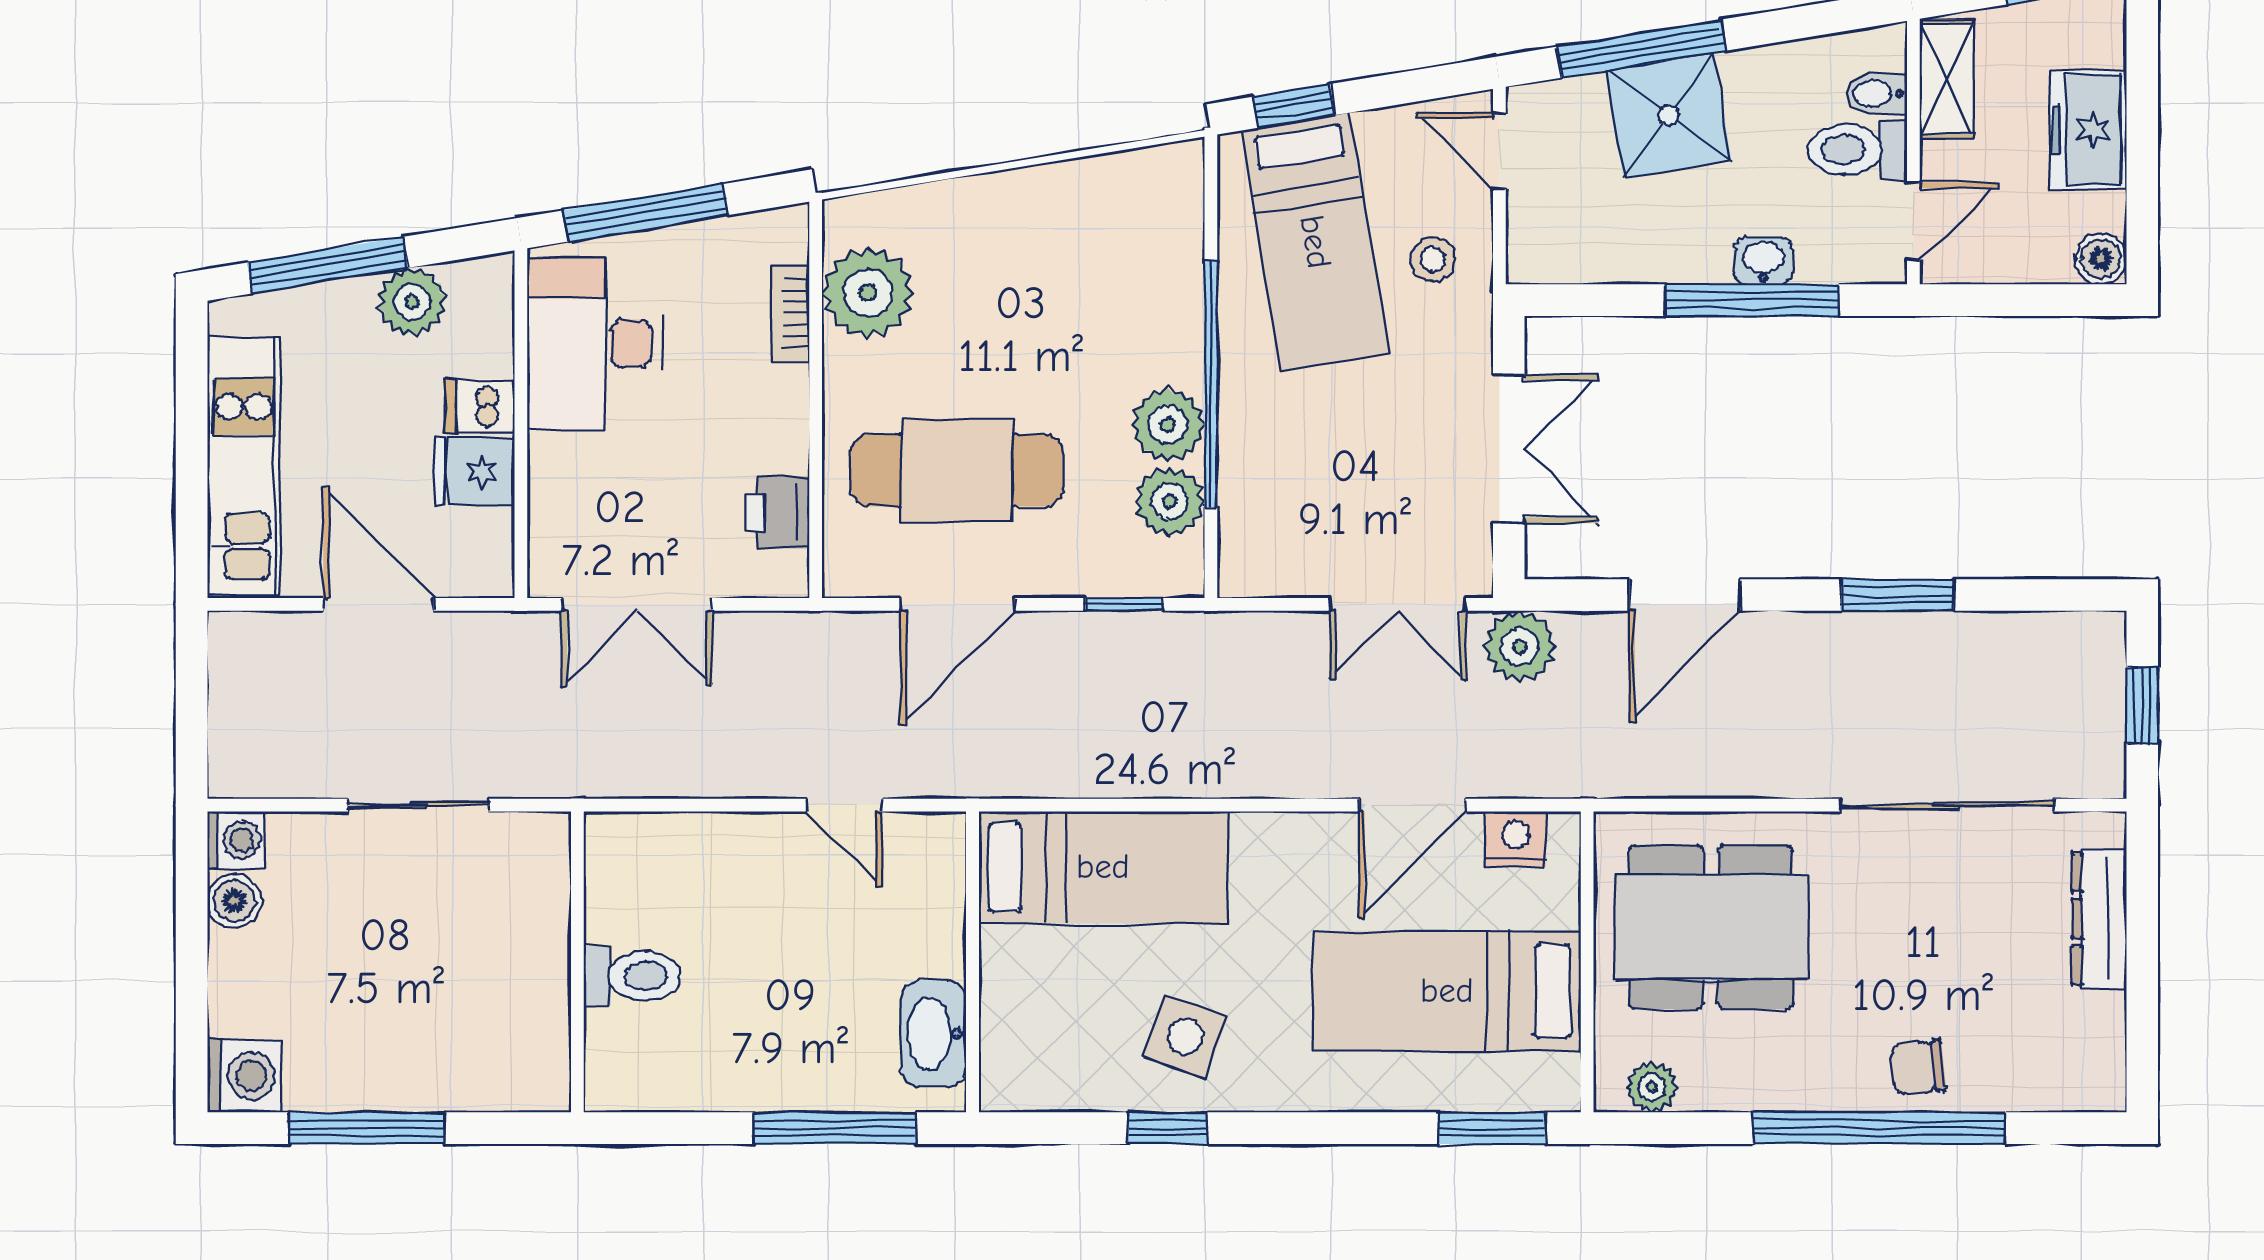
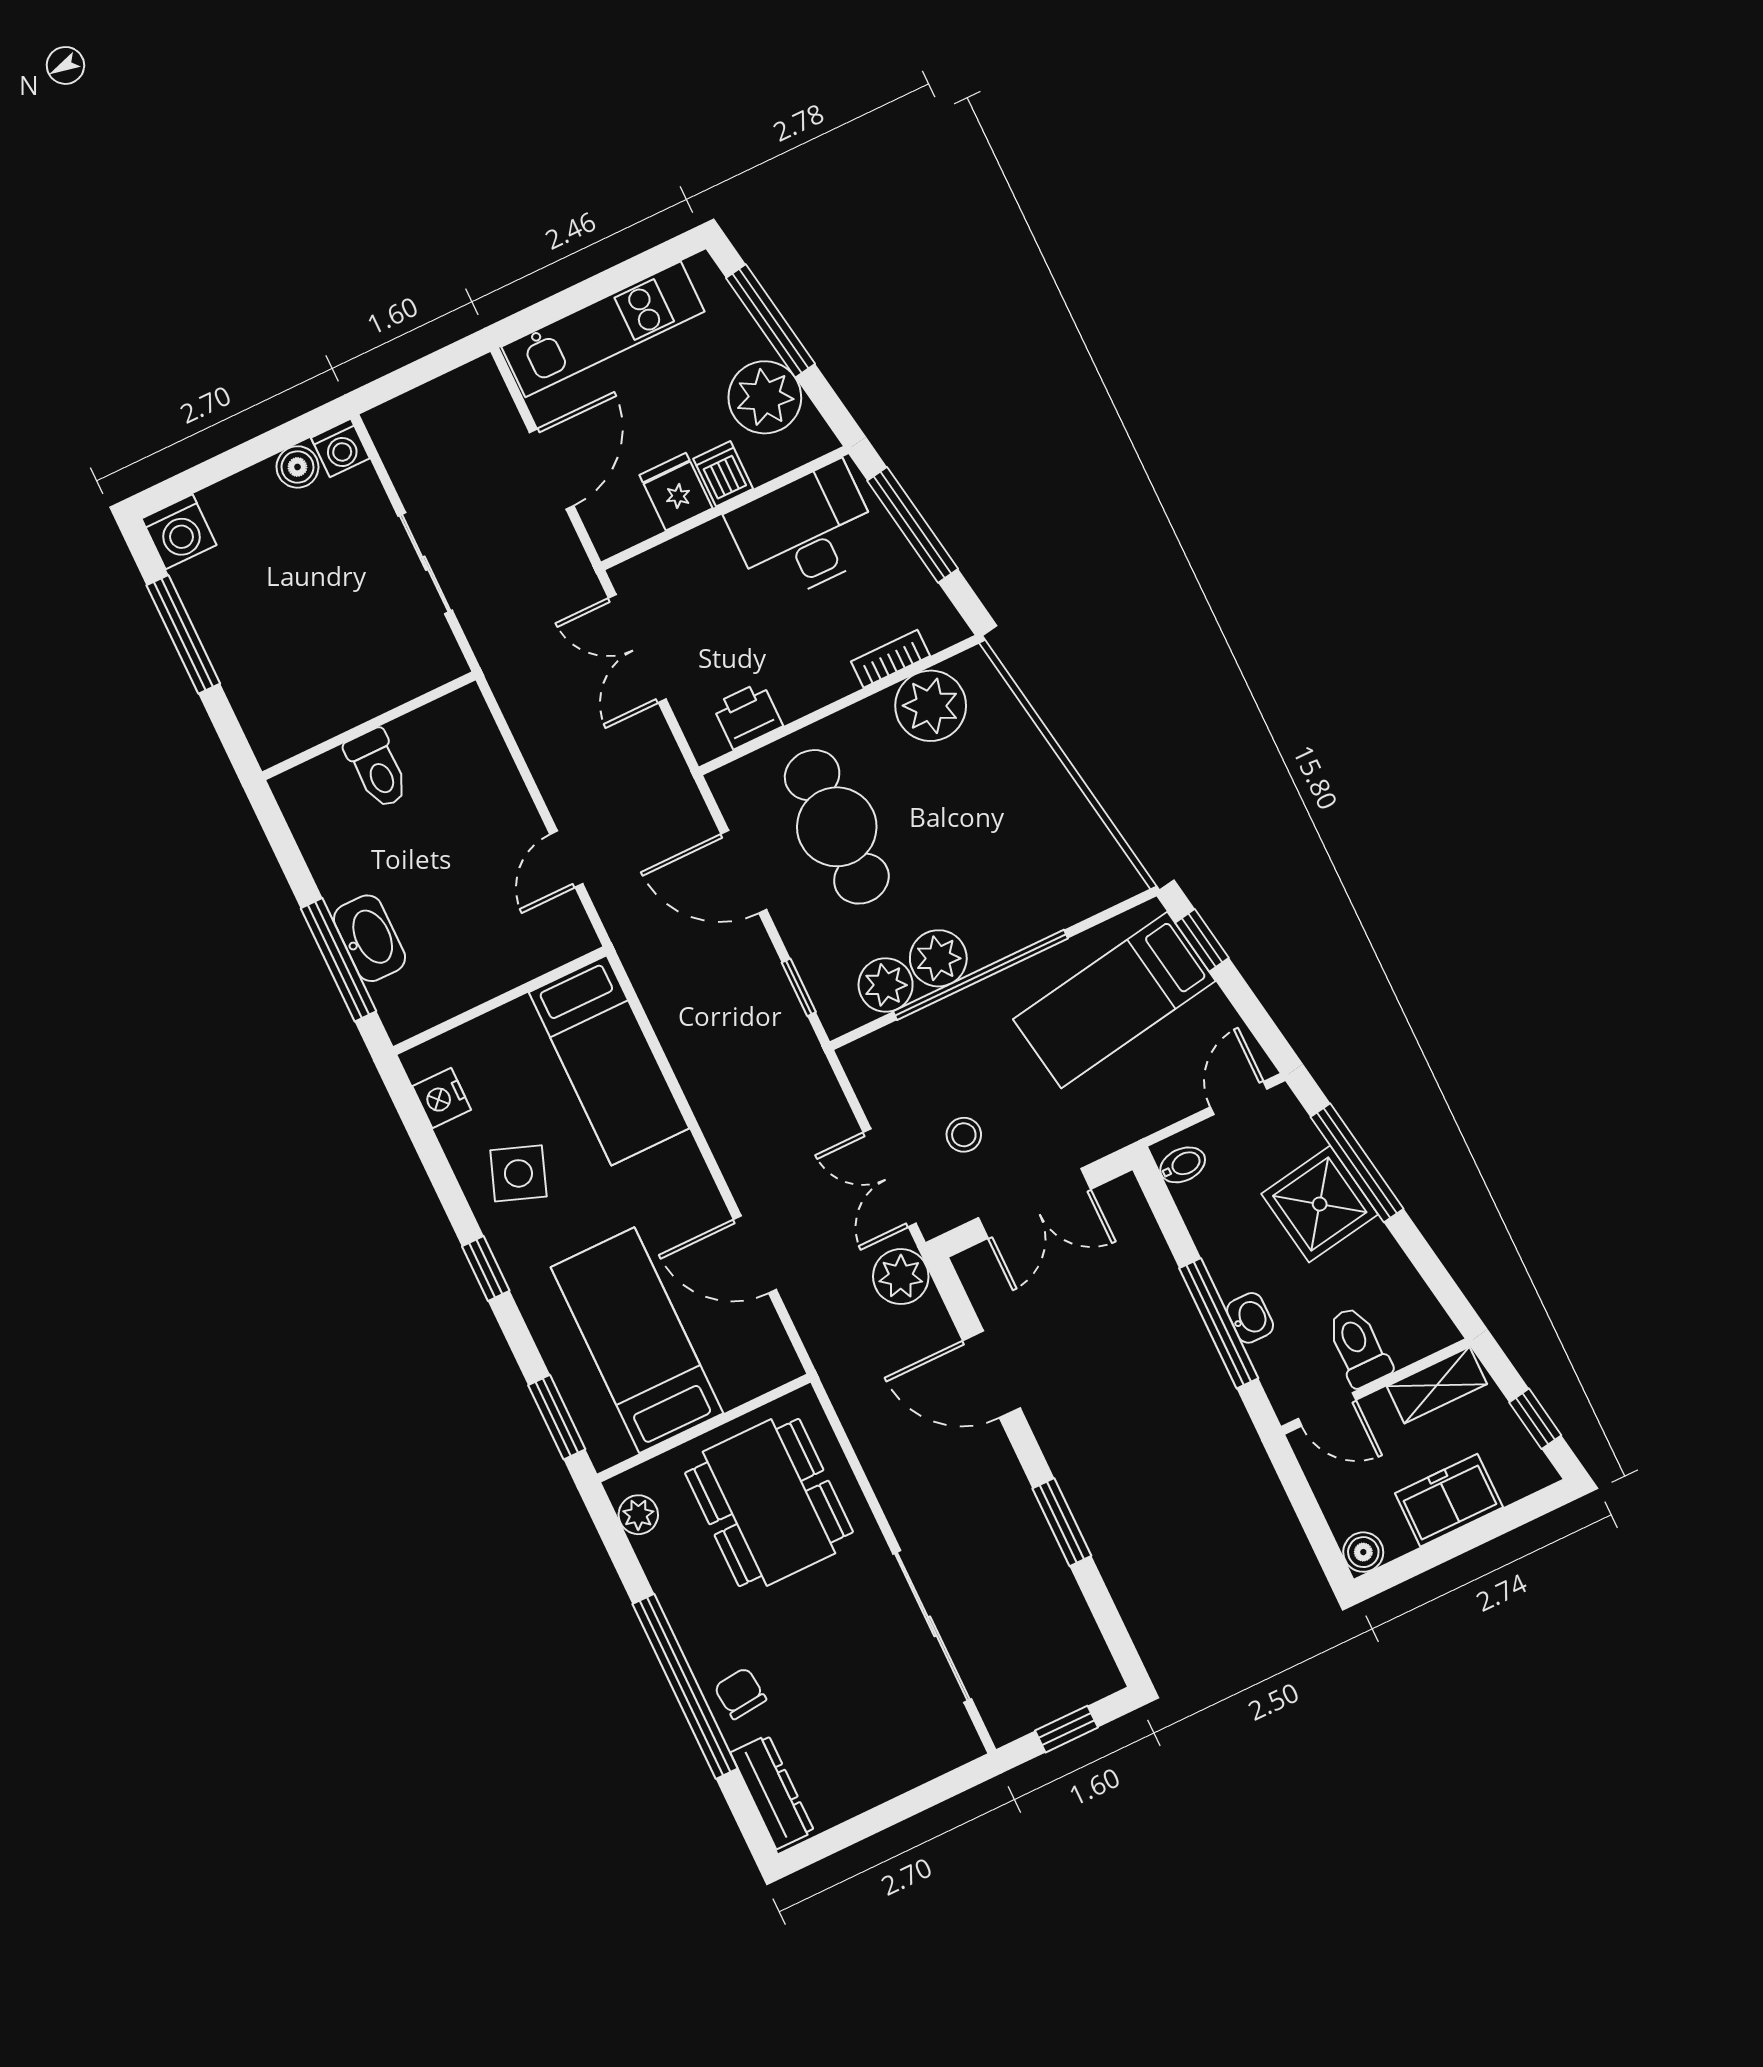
bidet: (1877, 94) -> (1183, 1165), moved, turned 90
stool: (1433, 260) -> (964, 1135), moved
plant: (412, 302) -> (765, 397), width x1.36, depth x1.36
nightstand: (1516, 839) -> (442, 1098), moved, turned 180
dresser: (2099, 919) -> (772, 1792), moved, turned 90
washbasin: (934, 1034) -> (370, 938), moved, turned 90
window: (1168, 1128) -> (486, 1268), moved

